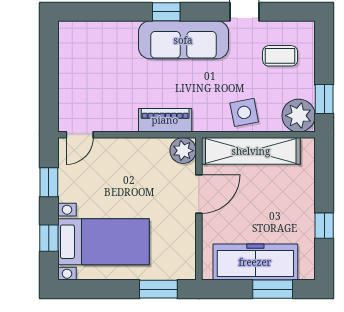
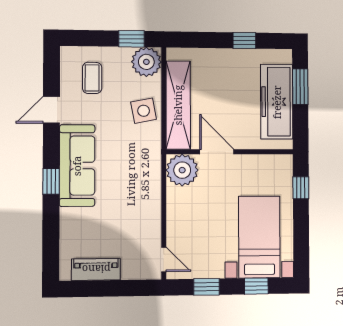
piano: (165, 120) -> (96, 269), moved, turned 90
plant: (183, 151) -> (182, 170), width x1.36, depth x1.36
window: (158, 289) -> (301, 188), width x0.67

